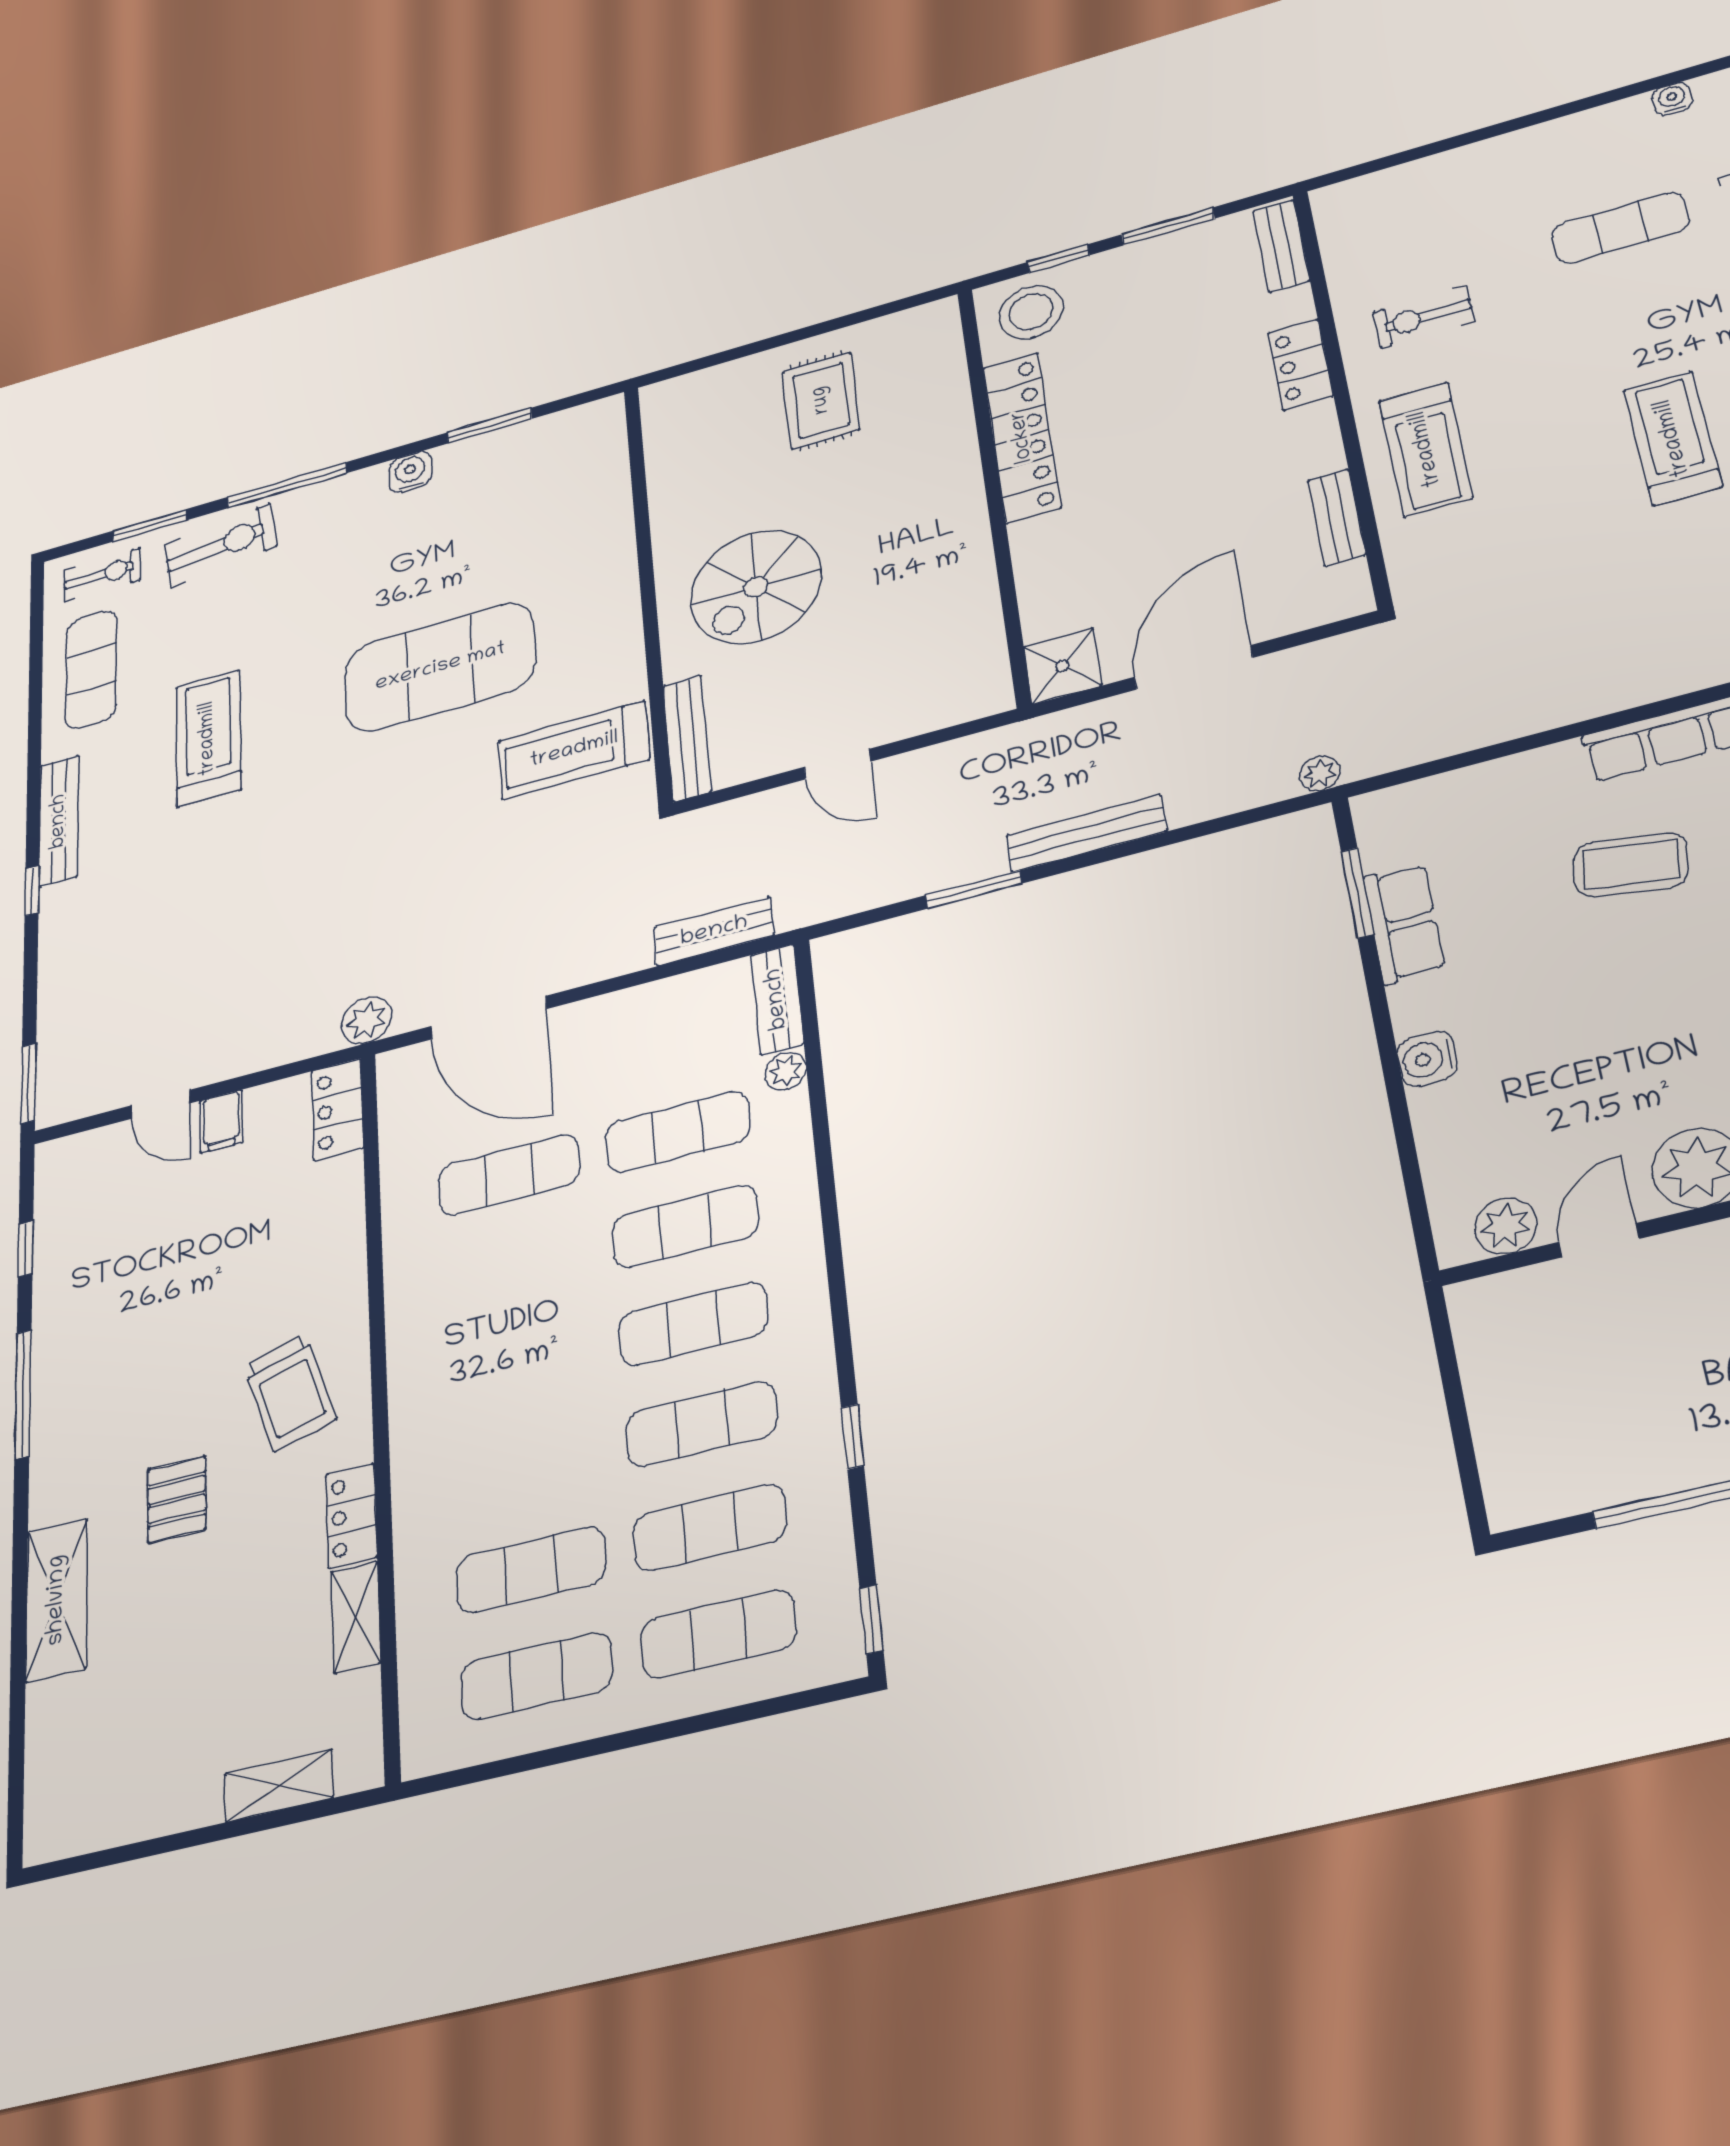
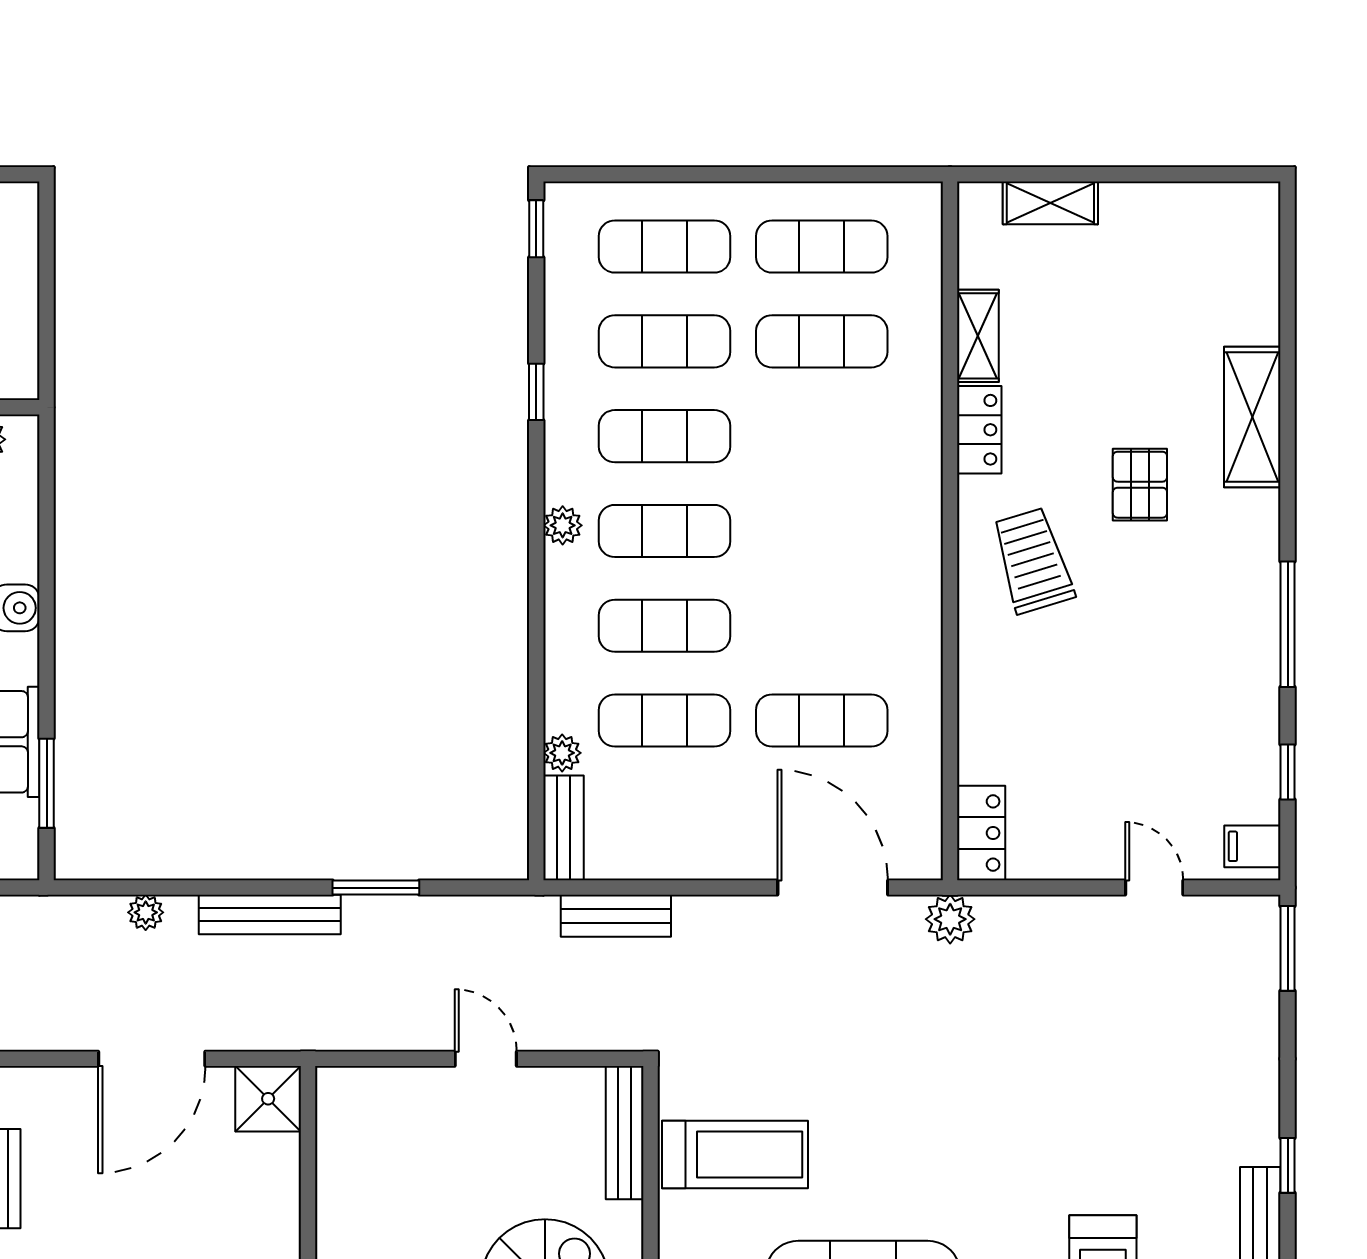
plant: (1320, 773) -> (146, 912), moved
filing cabinet: (221, 1121) -> (1252, 846), moved, turned -90
plant: (808, 1301) -> (563, 525), added

